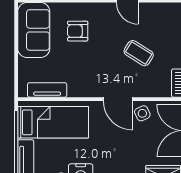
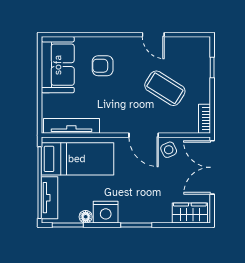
coffee table: (139, 53) -> (165, 88), width x1.36, depth x1.30
tv unit: (47, 90) -> (71, 126), width x1.41

